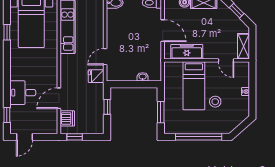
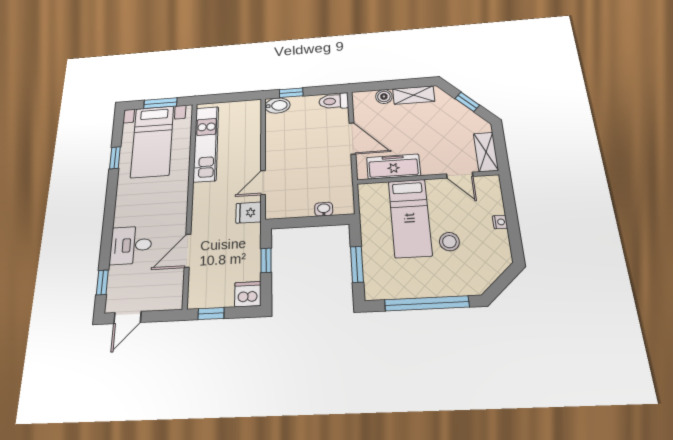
dishwasher: (67, 118) -> (248, 294), moved, turned -90

